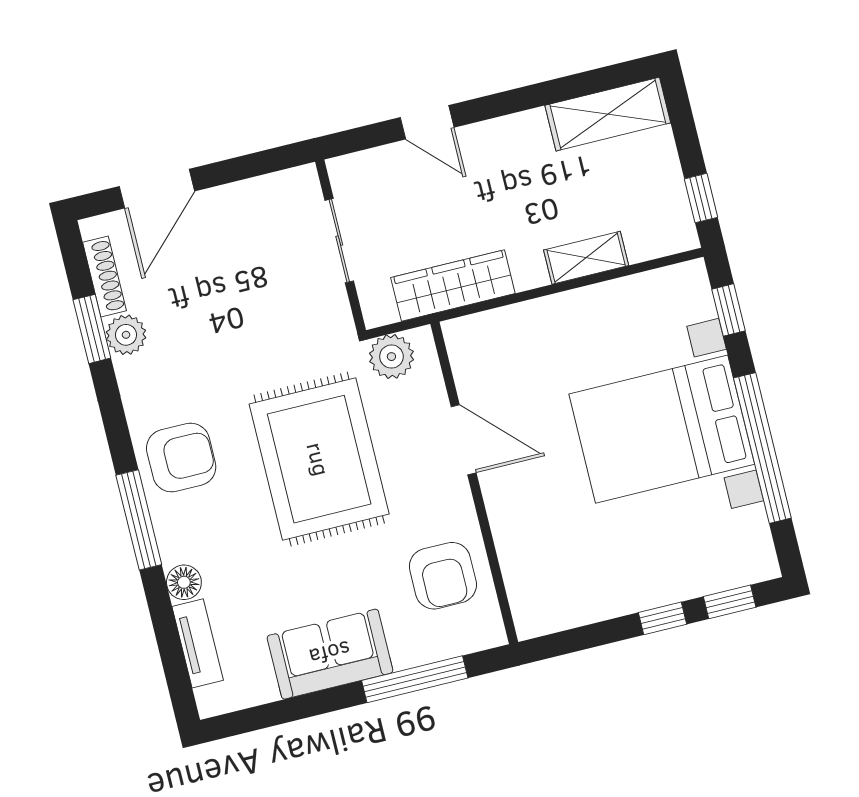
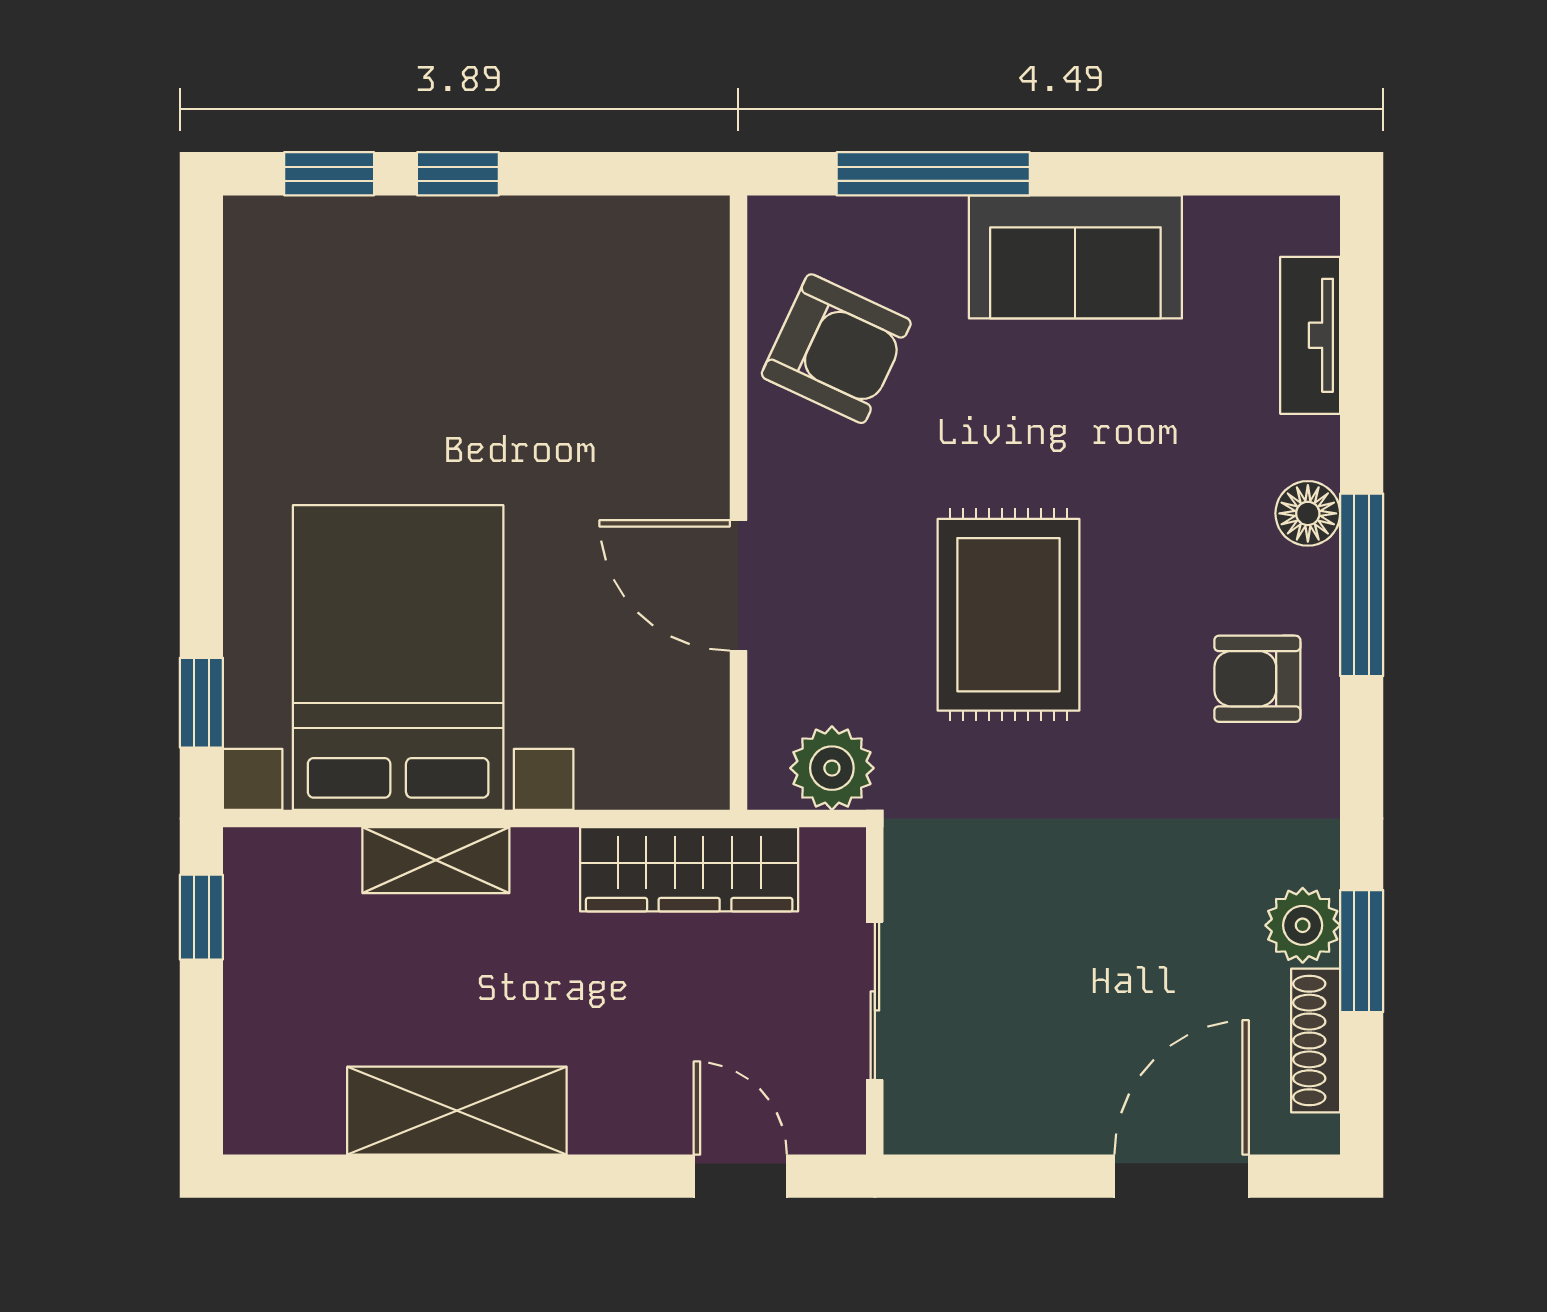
shelving: (608, 114) -> (457, 1111), moved
door: (427, 122) -> (740, 1176), moved
bed with nightstands: (662, 429) -> (398, 658), moved, turned -90
window: (762, 448) -> (201, 438), removed
armchair: (181, 458) -> (1257, 679), width x0.72, depth x0.72
rug: (319, 459) -> (1008, 615), width x0.73, depth x0.69
armchair: (443, 576) -> (836, 349), turned 115
floor lamp: (184, 582) -> (1308, 513), moved

